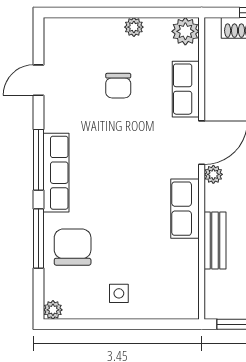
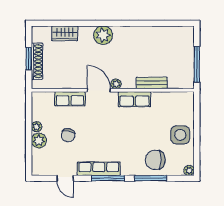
plant: (185, 31) -> (39, 140), moved
chair: (118, 86) -> (68, 135), turned 101
row of seats: (56, 173) -> (99, 169), moved
side table: (119, 293) -> (180, 135), width x1.87, depth x1.87

